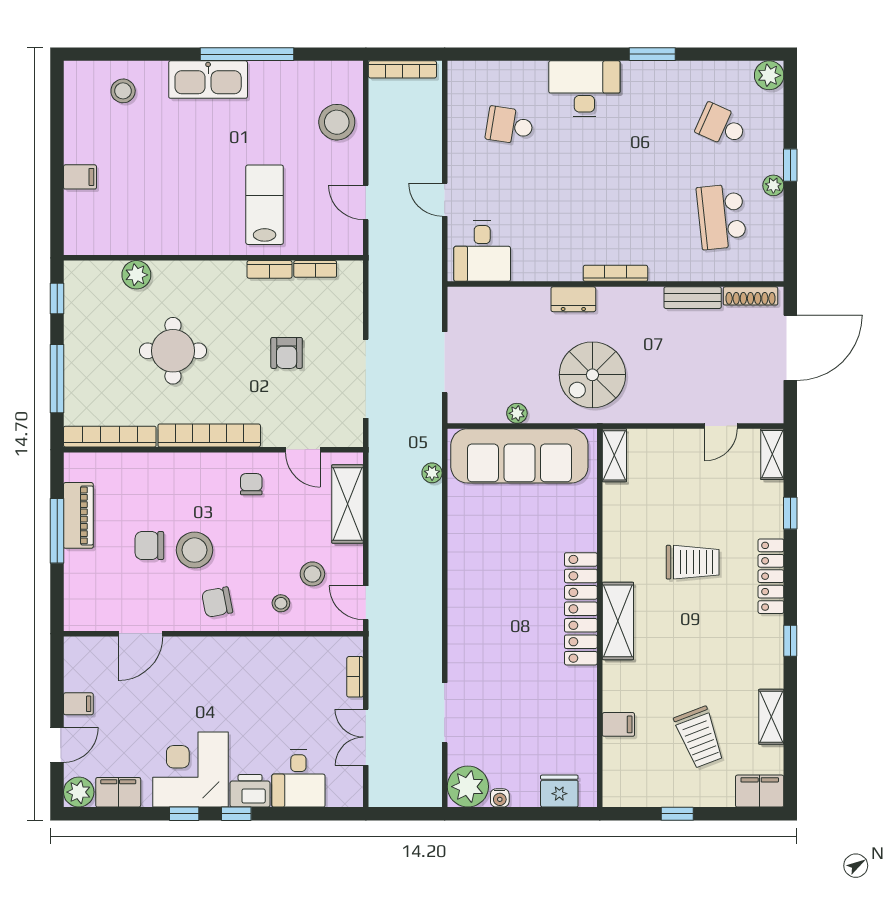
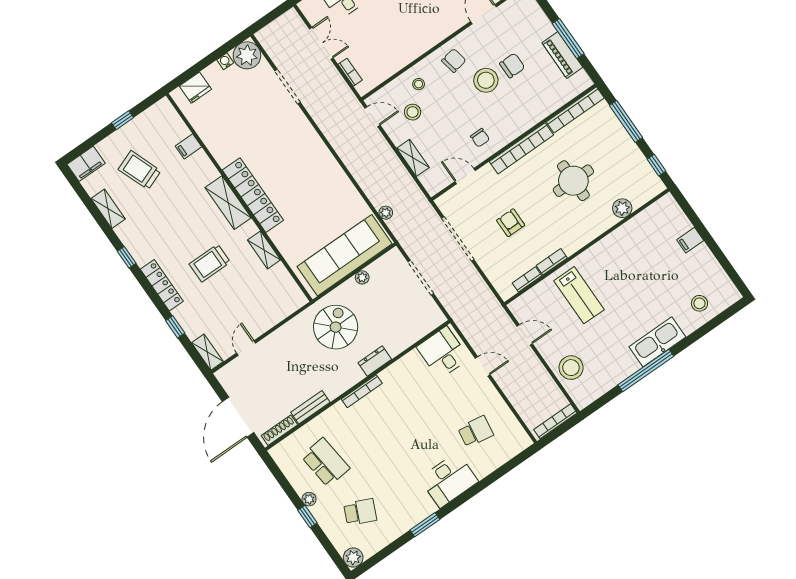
shelving: (614, 455) -> (264, 250), moved
shelving: (347, 504) -> (413, 158), width x0.67, depth x0.75

